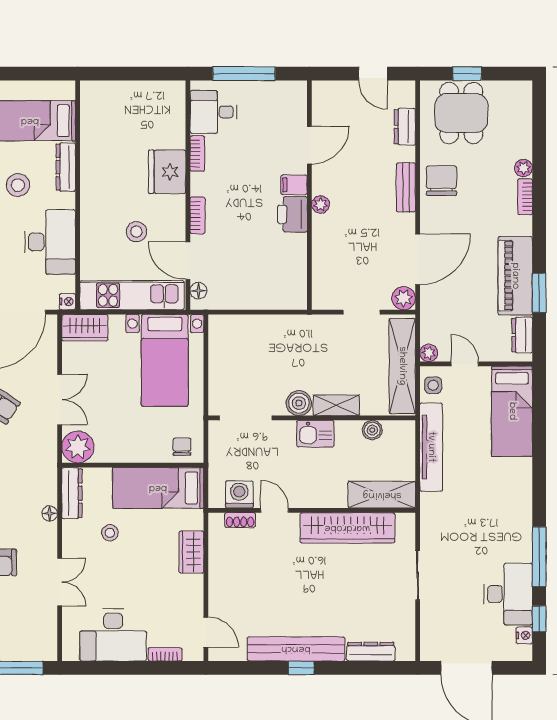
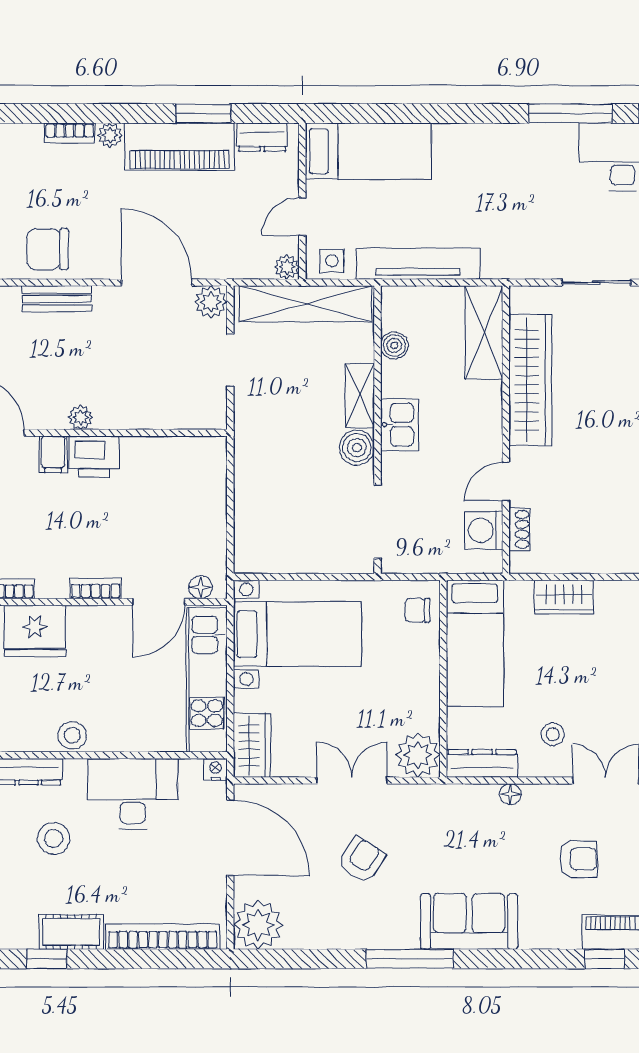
plant: (524, 168) -> (110, 135), moved
stool: (136, 232) -> (72, 735), moved
stool: (110, 533) -> (553, 734), moved

